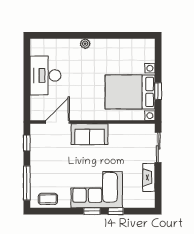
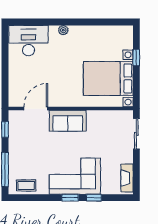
desk: (45, 75) -> (28, 41), moved, turned 90
window: (158, 91) -> (136, 57), moved
fireplace: (149, 177) -> (127, 178), moved

